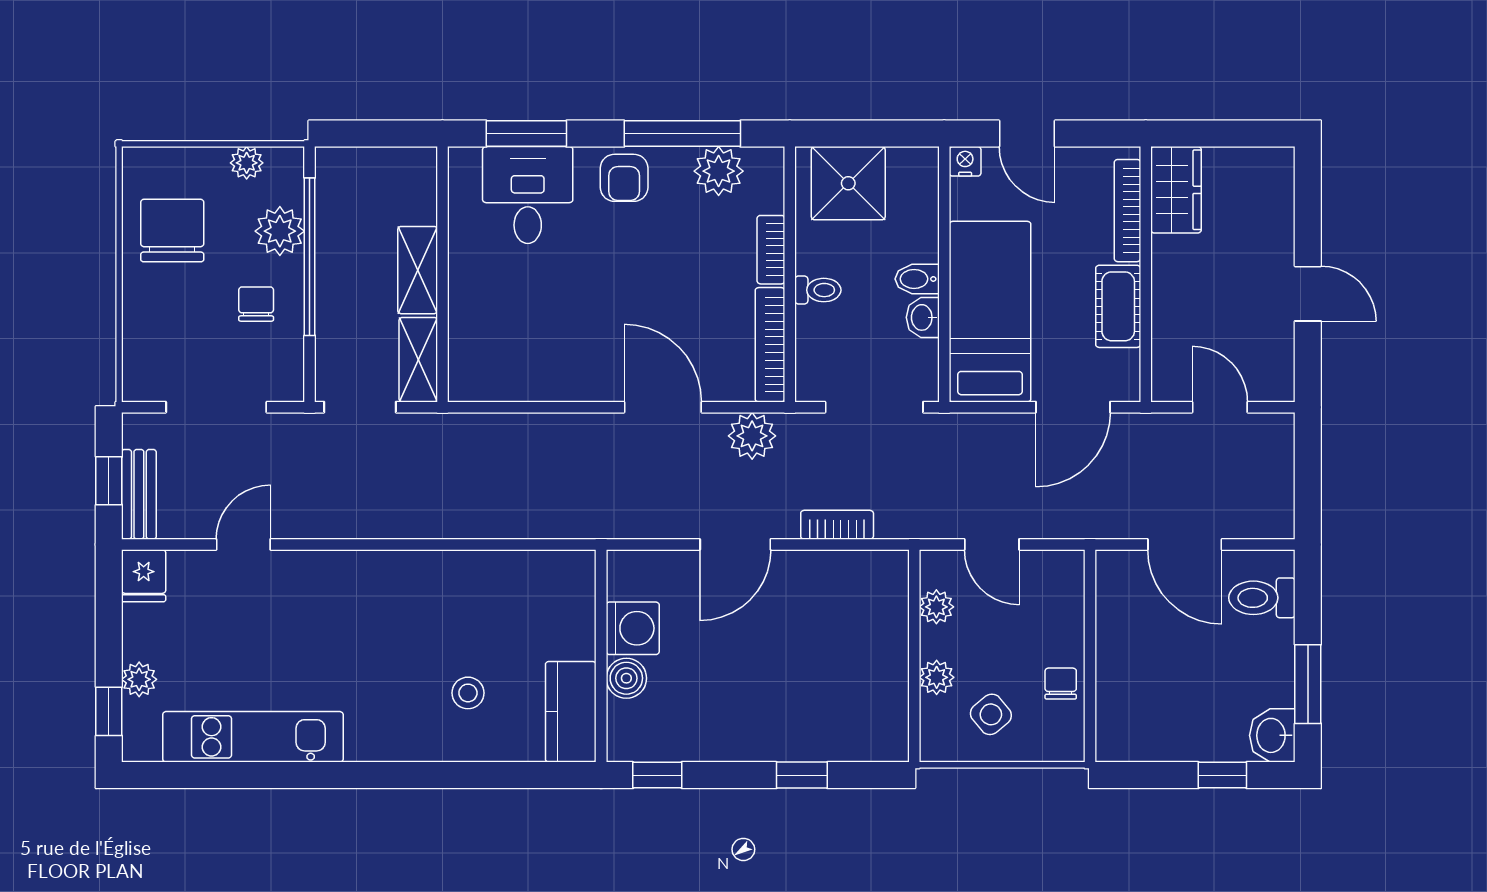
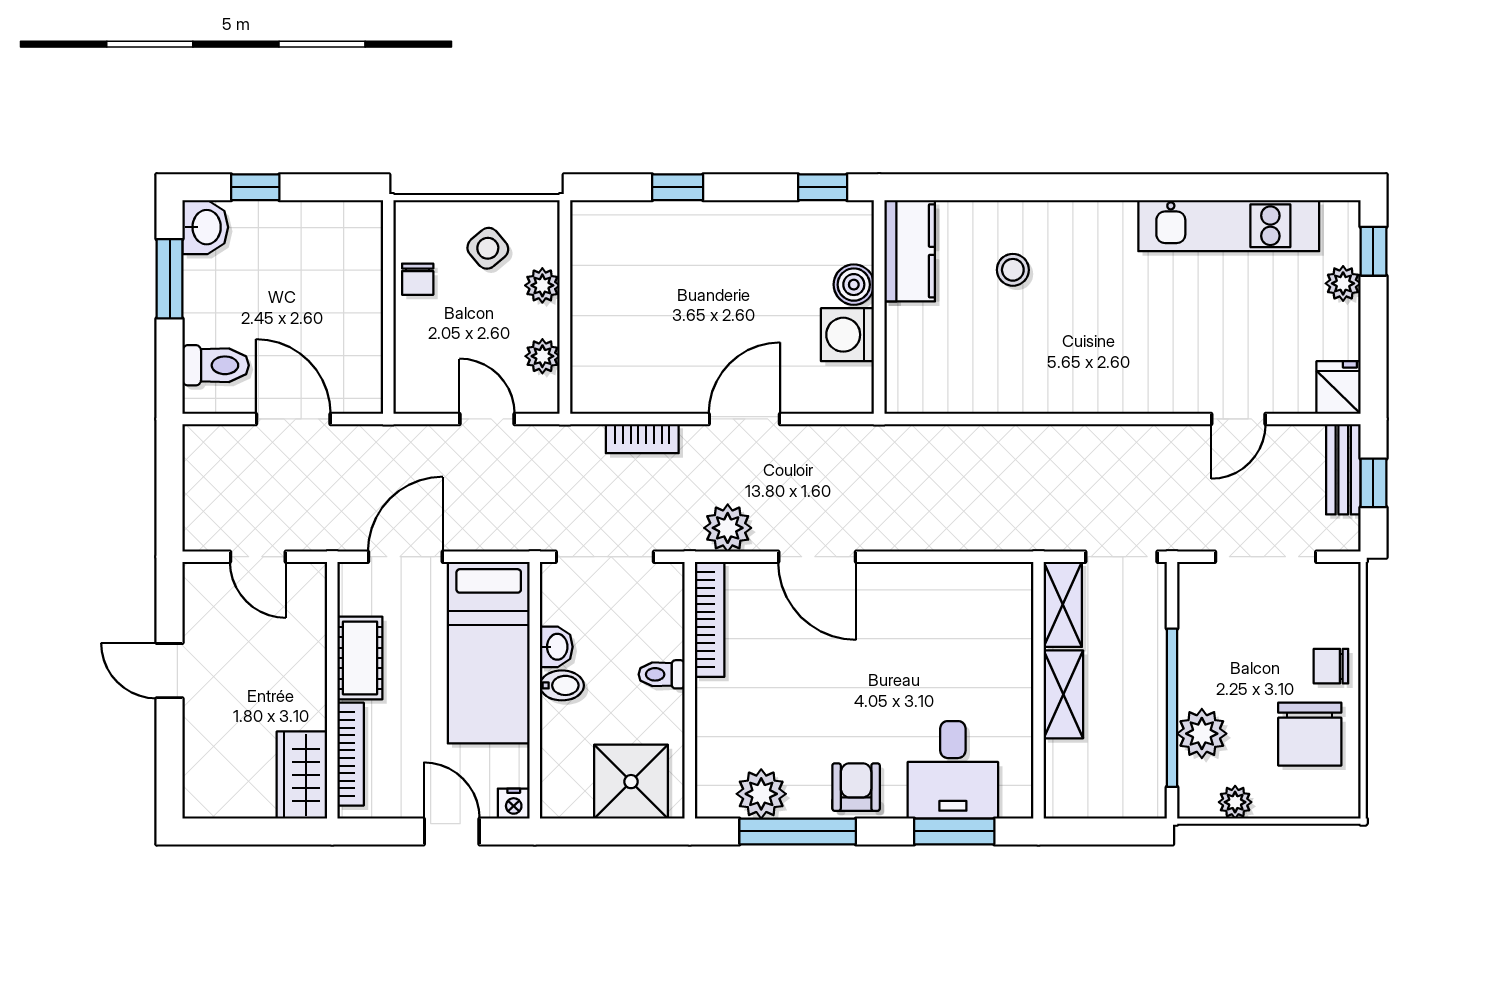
bookcase: (771, 250) -> (709, 715), removed
chair: (256, 304) -> (1331, 666), moved, turned 90

